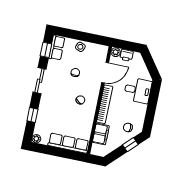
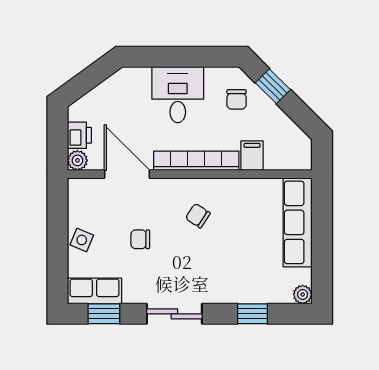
desk: (138, 90) -> (178, 95), moved
filing cabinet: (101, 134) -> (252, 156), width x0.50

